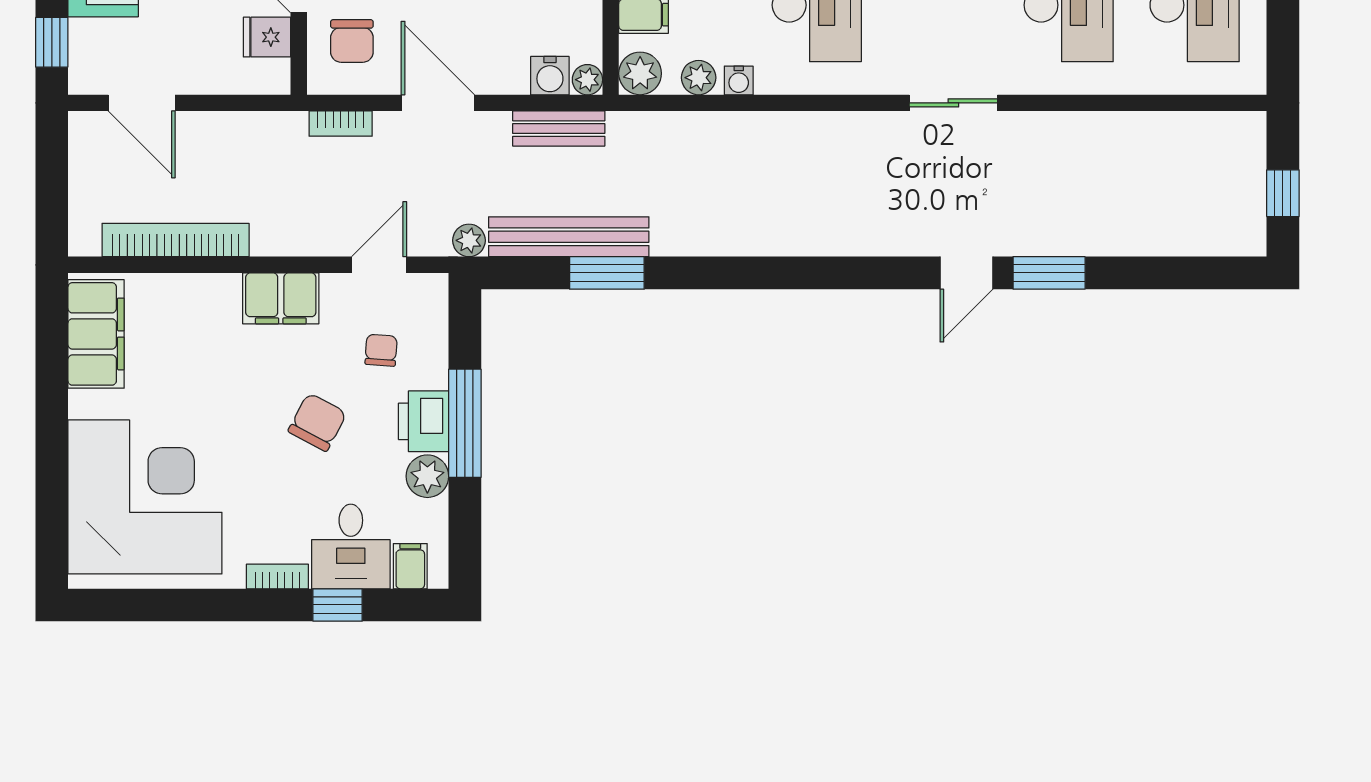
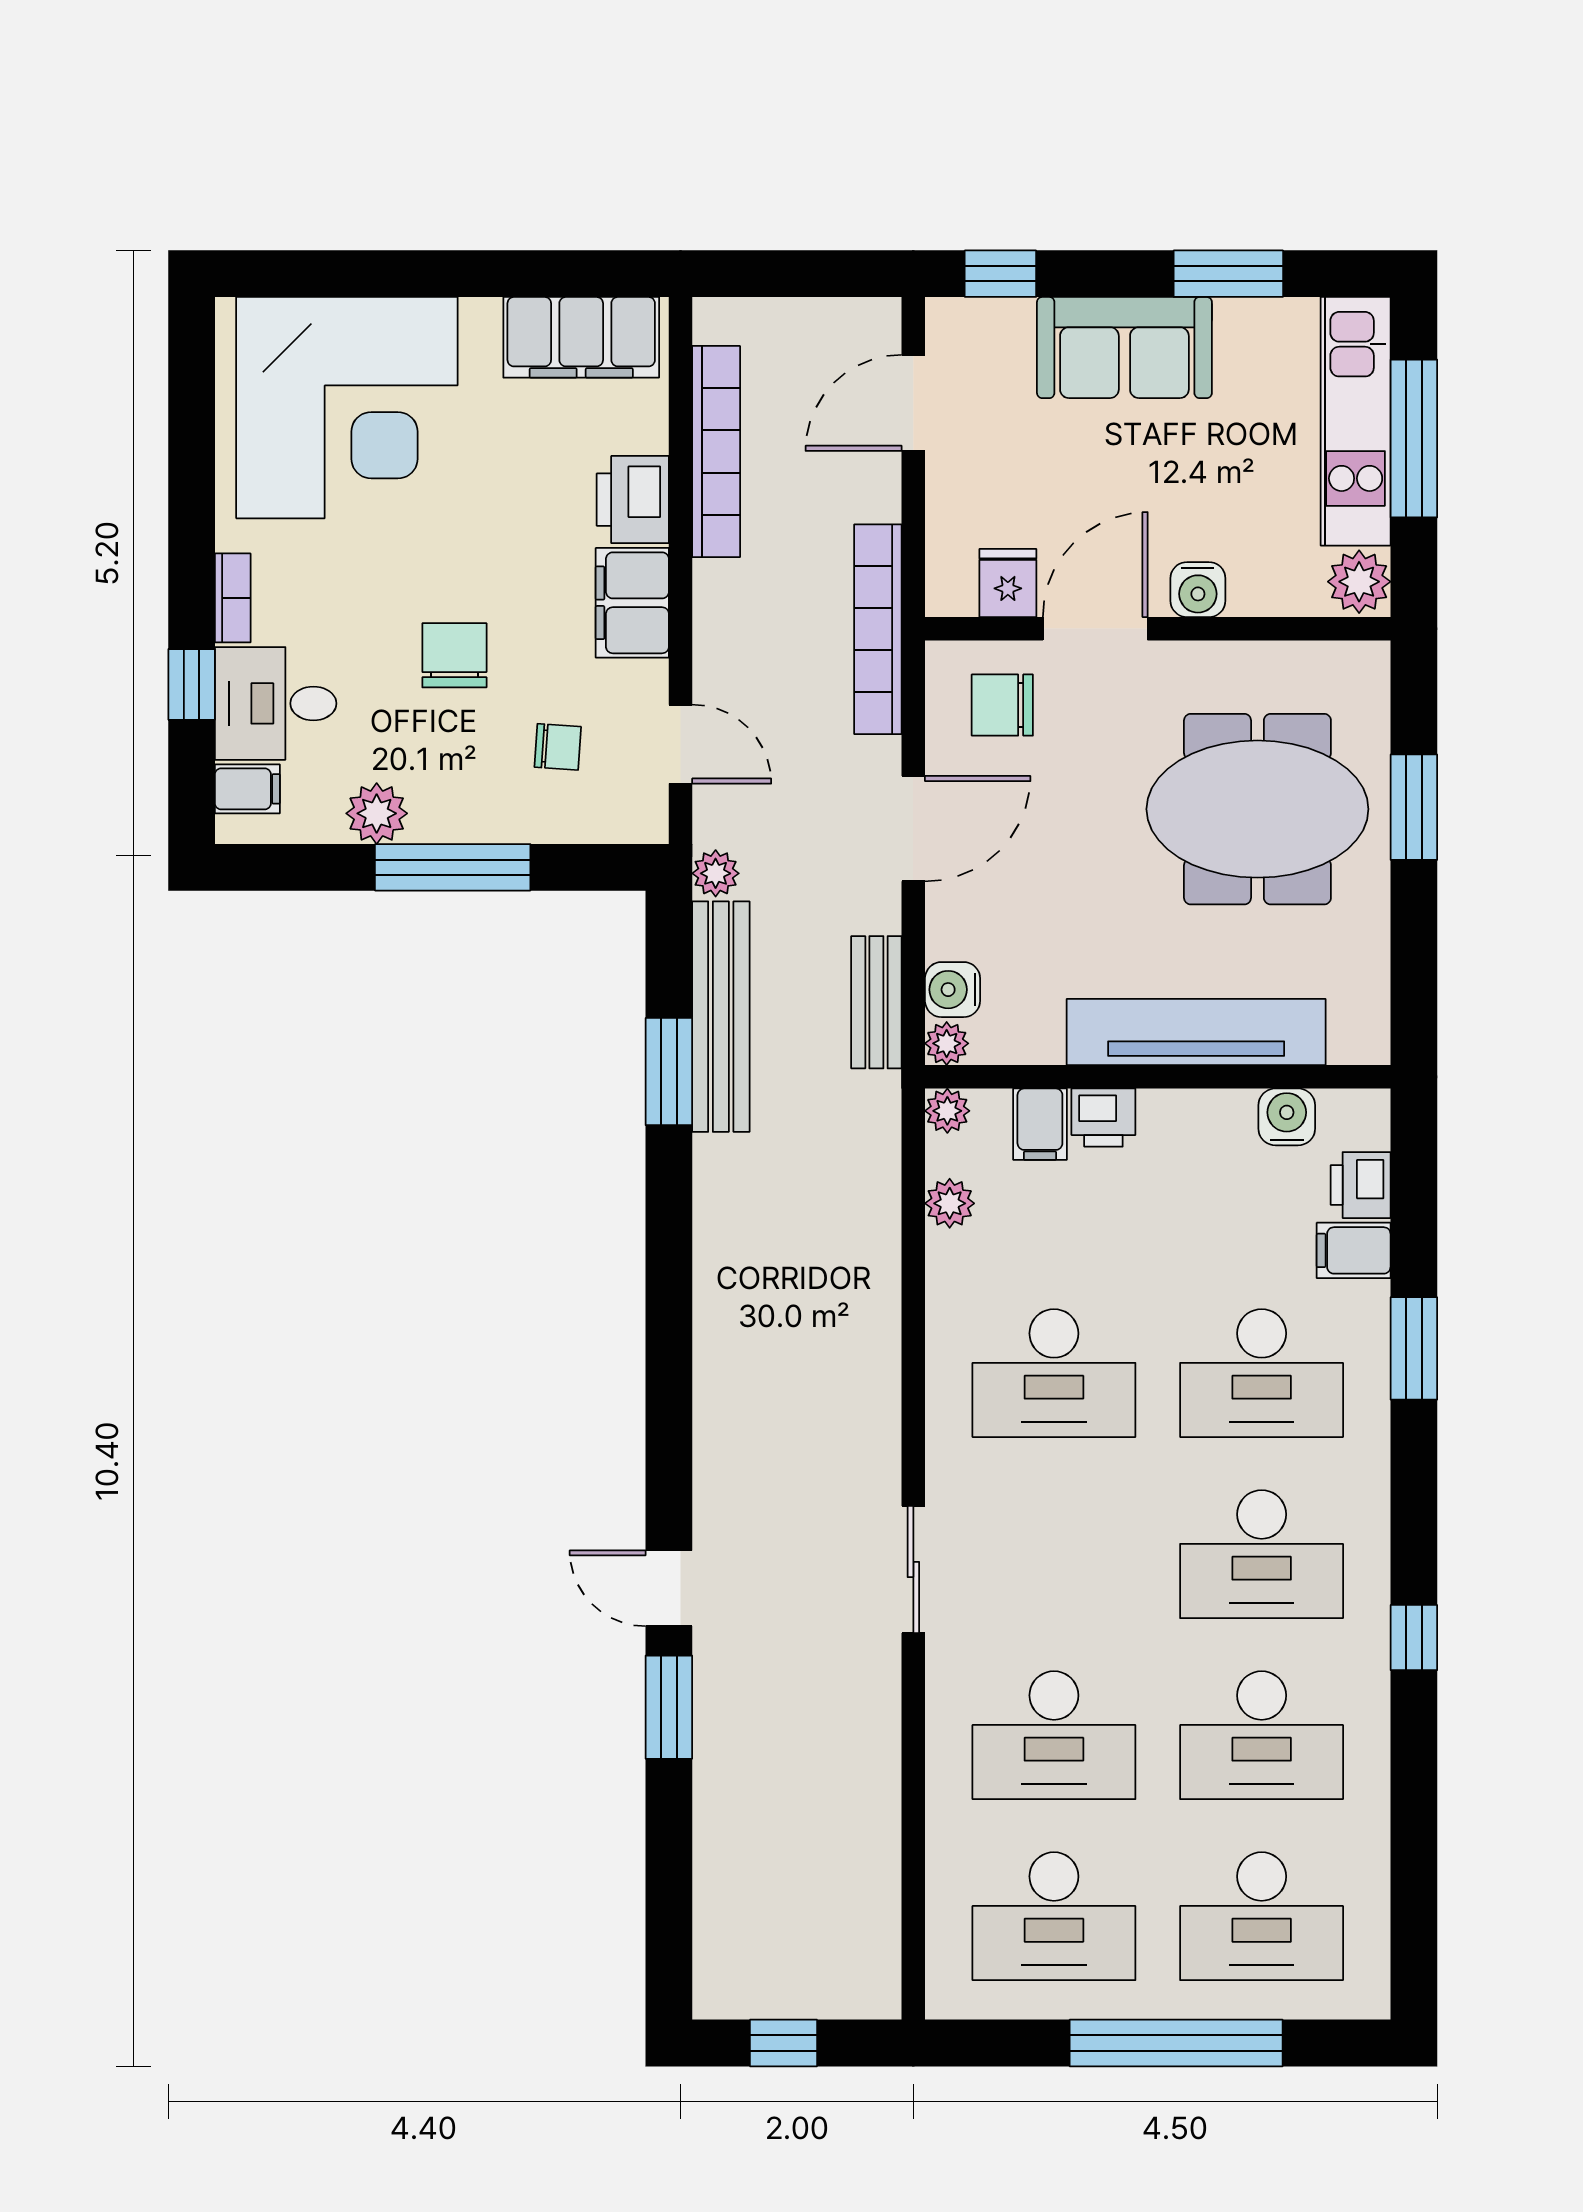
plant: (640, 73) -> (947, 1111), width x0.73, depth x0.73
water cooler: (739, 80) -> (946, 1261), removed
bookcase: (341, 124) -> (878, 629), width x2.31, depth x1.31
printer: (424, 421) -> (633, 500), moved, turned -90
chair: (317, 422) -> (454, 655), turned -118

